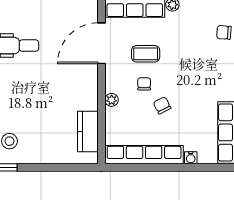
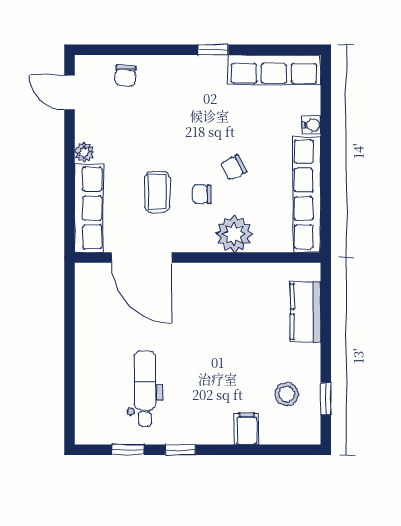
plant: (112, 100) -> (234, 234), width x1.88, depth x1.88
kitchen counter: (88, 132) -> (305, 312), moved, turned 90

